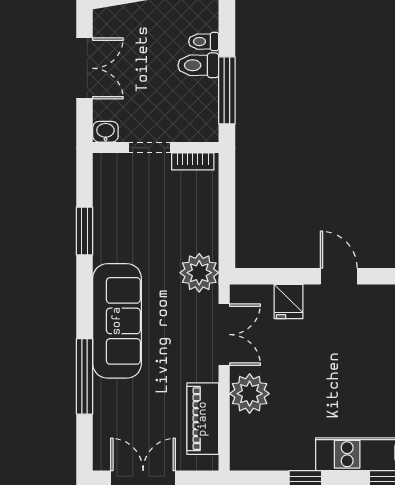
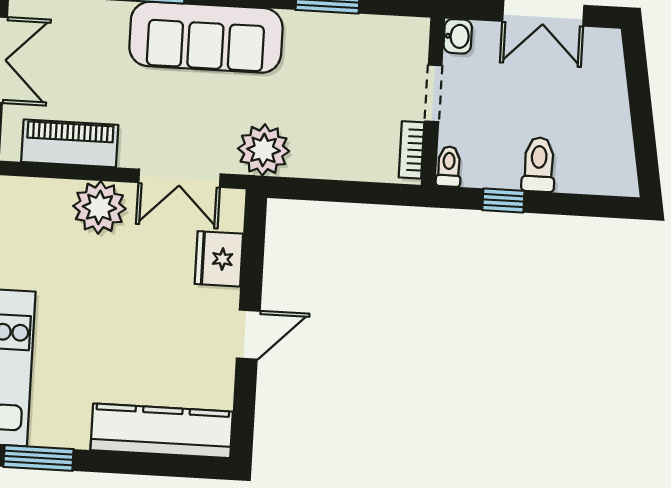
toilet: (204, 42) -> (449, 166), moved
window: (227, 90) -> (503, 201), width x0.46
fridge: (289, 302) -> (219, 259), width x1.38

